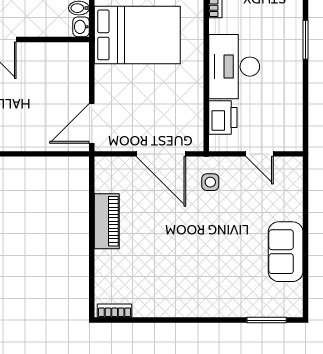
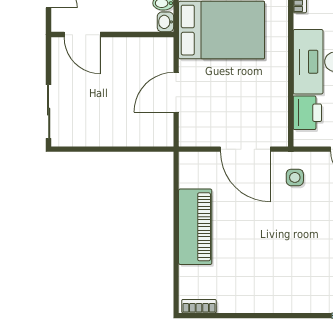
door: (92, 123) -> (176, 92), moved
piano: (107, 221) -> (195, 227), width x1.37, depth x1.33

